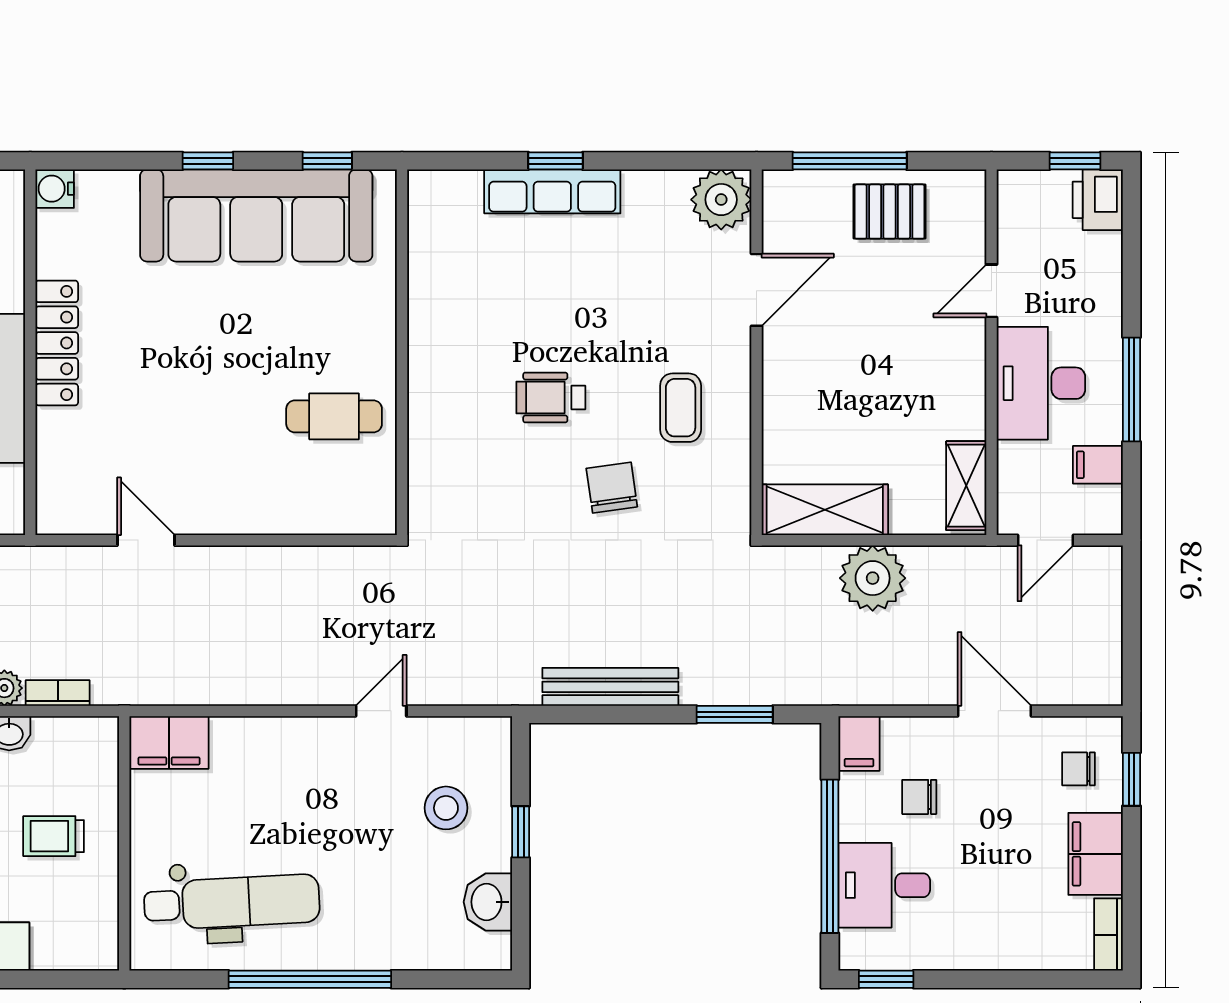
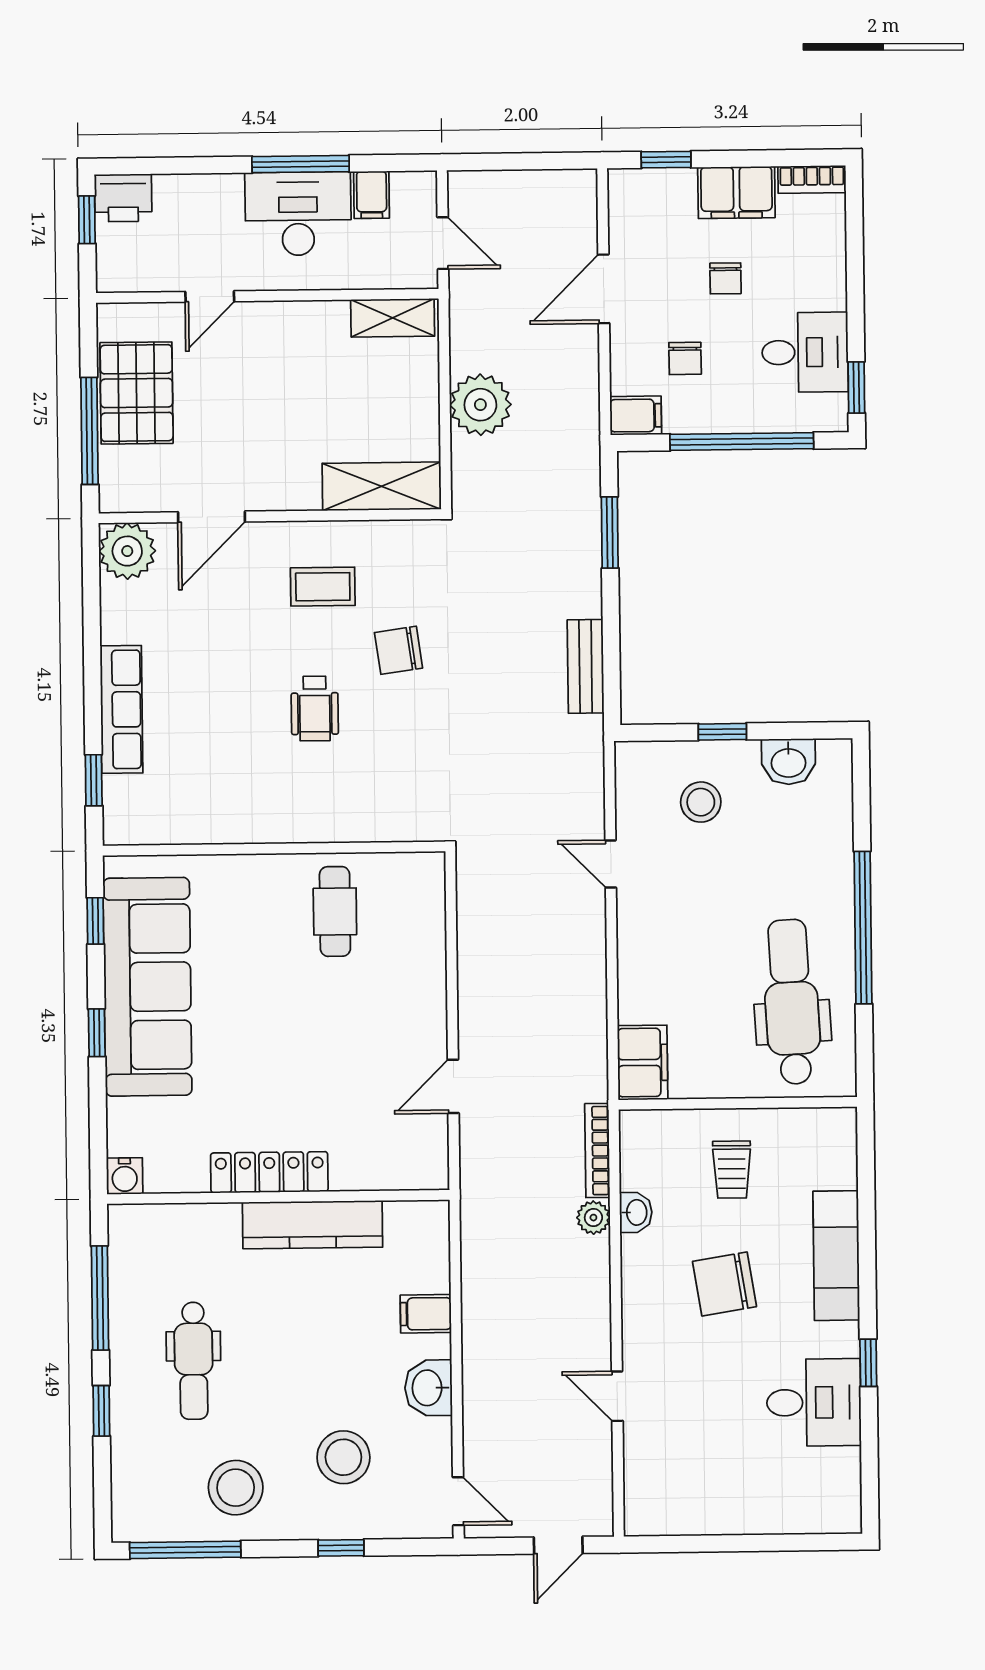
window: (556, 161) -> (94, 780), moved
pallet: (890, 212) -> (137, 393), width x1.50, depth x1.42
door: (756, 290) -> (212, 517), swing flipped
door: (991, 291) -> (210, 297), hinge flipped
desk: (1041, 383) -> (298, 214), moved, turned 180
shelving: (825, 510) -> (382, 486), moved, turned 90
bench: (610, 687) -> (586, 666), width x0.73
bookcase: (58, 693) -> (597, 1151), width x1.56
chair: (1079, 769) -> (726, 278), moved
desk: (884, 885) -> (805, 352), moved, turned -90

